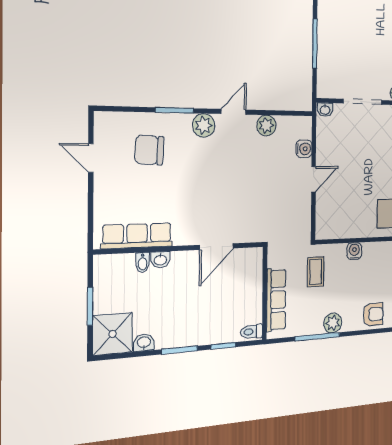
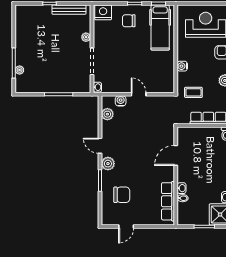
plant: (266, 125) -> (107, 114), moved
chair: (149, 150) -> (122, 195), turned -93
door: (216, 247) -> (176, 155), swing flipped

